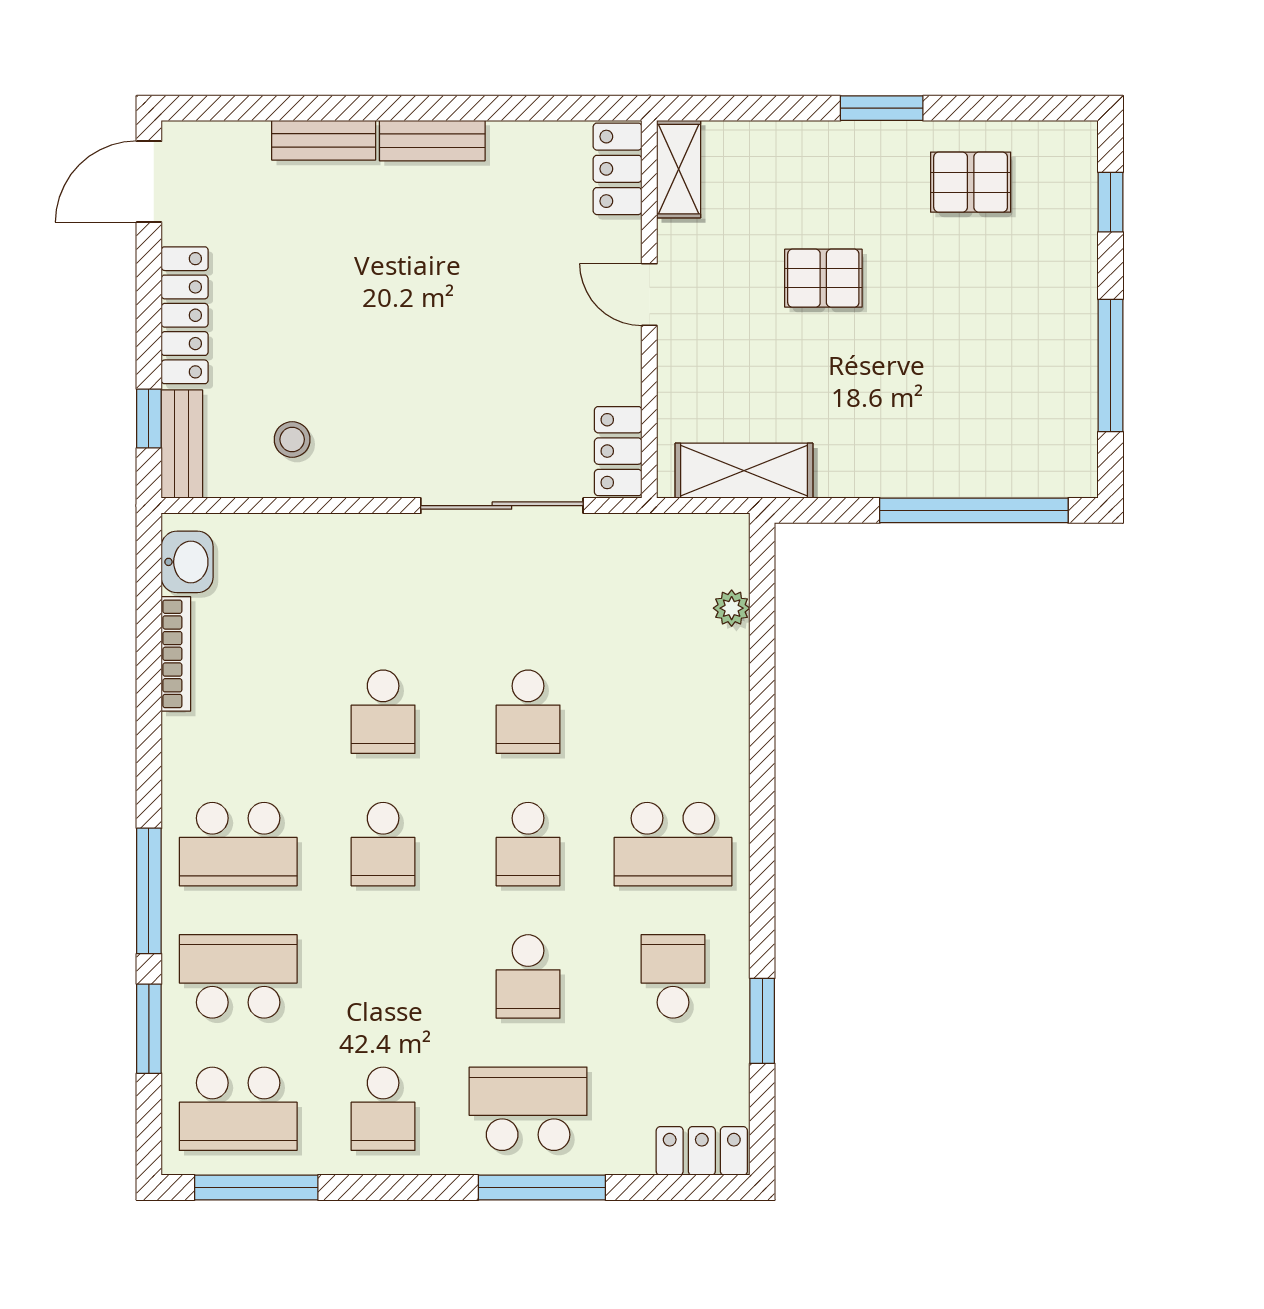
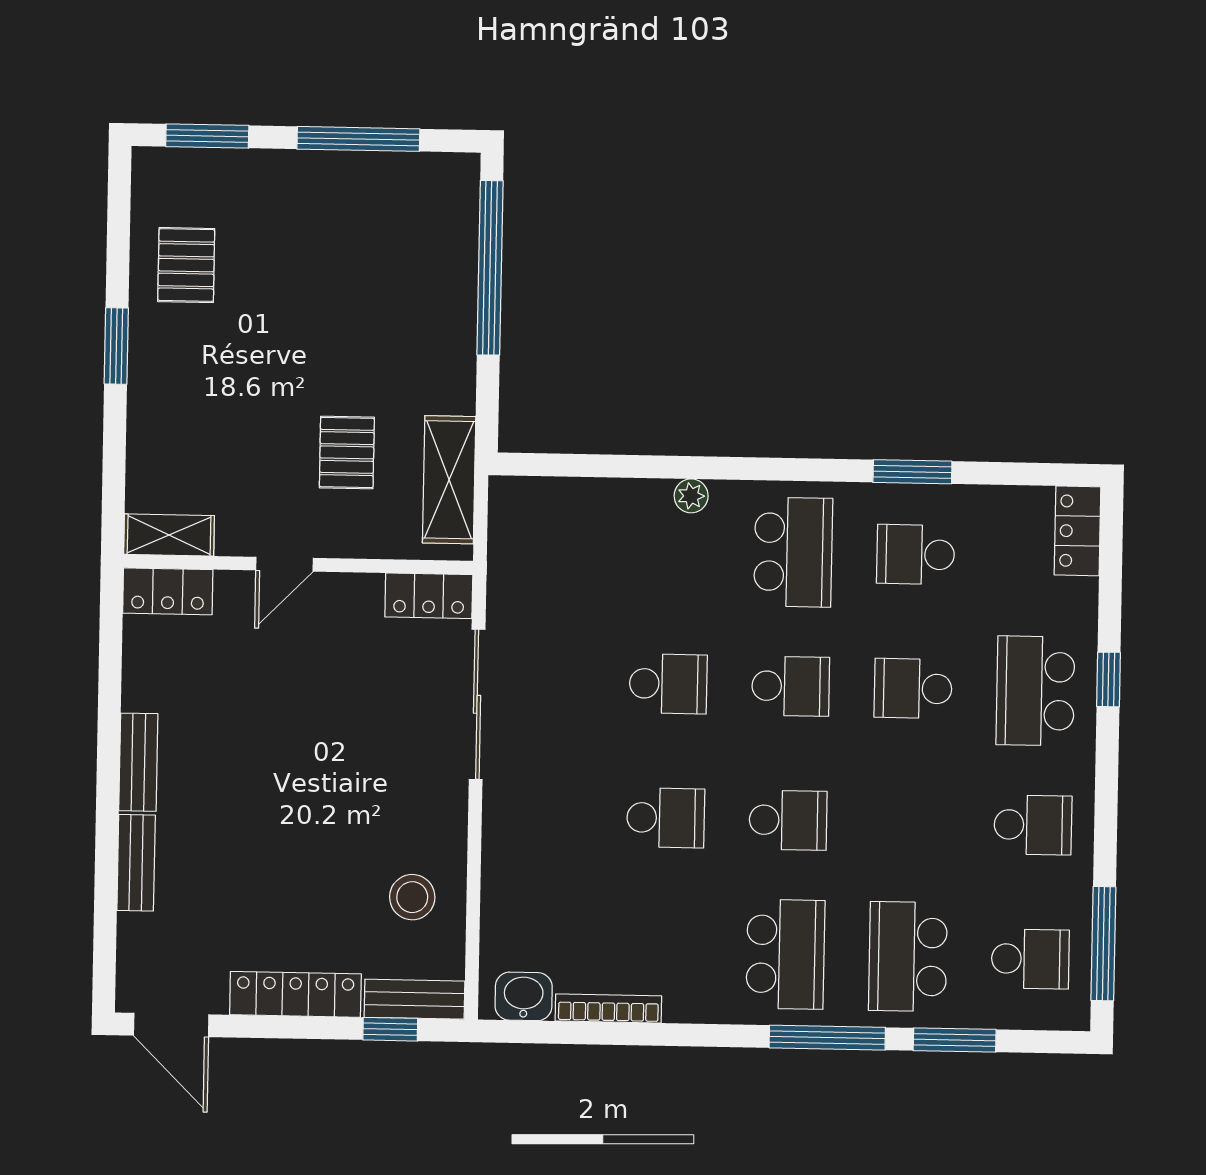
window: (1111, 202) -> (207, 136), width x1.50
pallet: (823, 278) -> (347, 452), moved
stool: (292, 439) -> (412, 897), width x1.37, depth x1.37
plant: (732, 608) -> (691, 496), moved
school desk: (528, 976) -> (913, 688), turned 180
window: (762, 1021) -> (912, 472), moved
school desk: (238, 1109) -> (1030, 959), width x0.54
window: (542, 1187) -> (1108, 679), width x0.46

